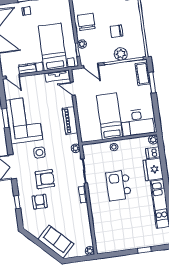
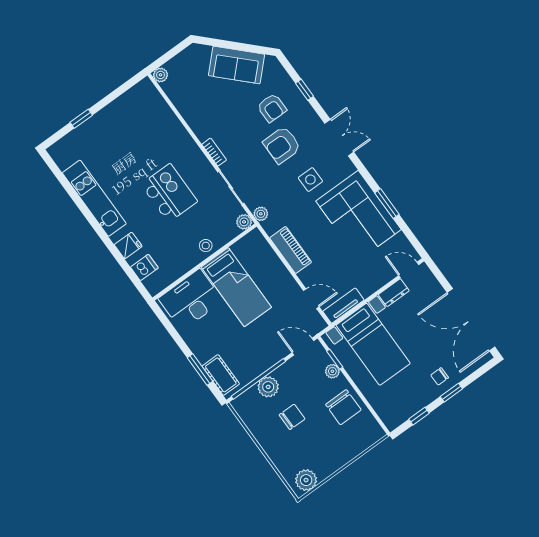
plant: (153, 140) -> (244, 222), moved
fridge: (153, 169) -> (128, 246), width x0.53, depth x0.75
sofa: (56, 242) -> (236, 65), moved

